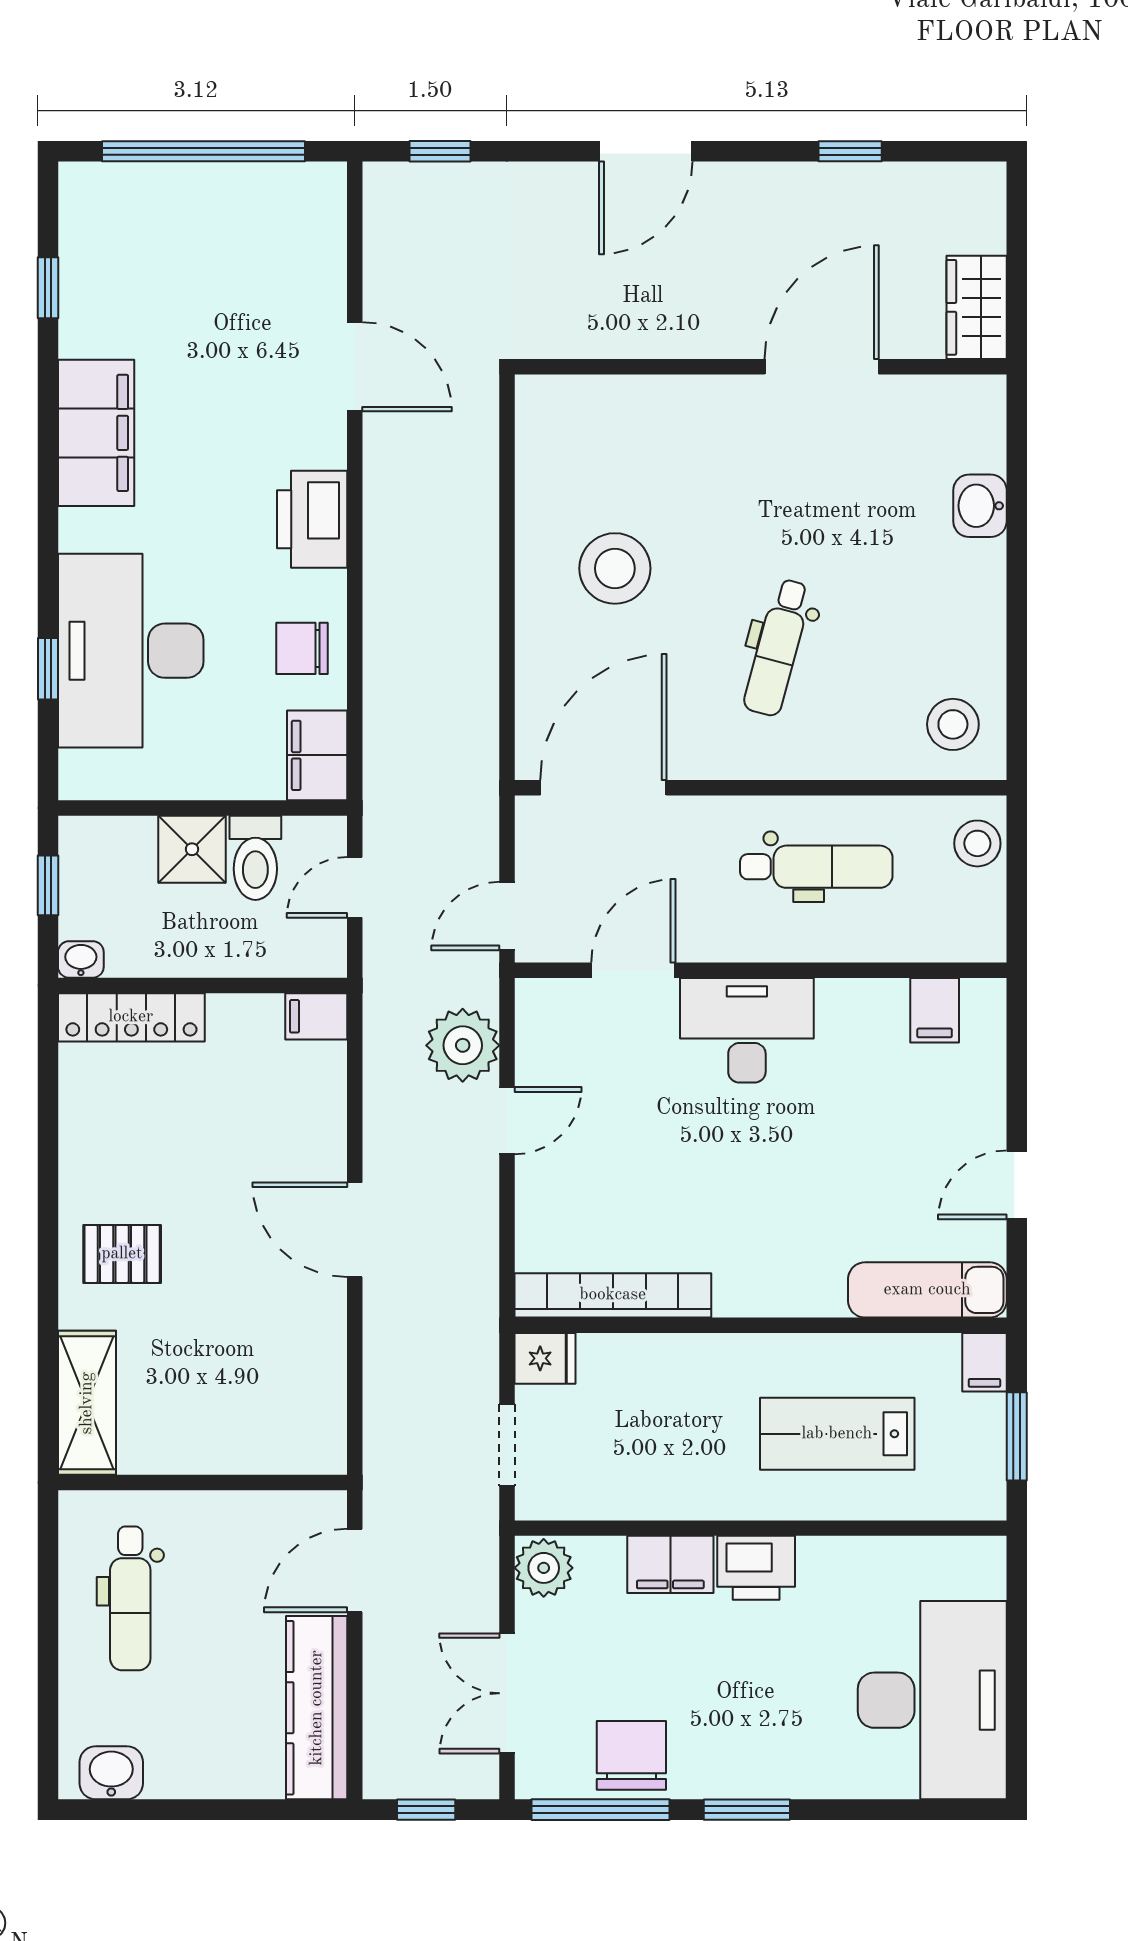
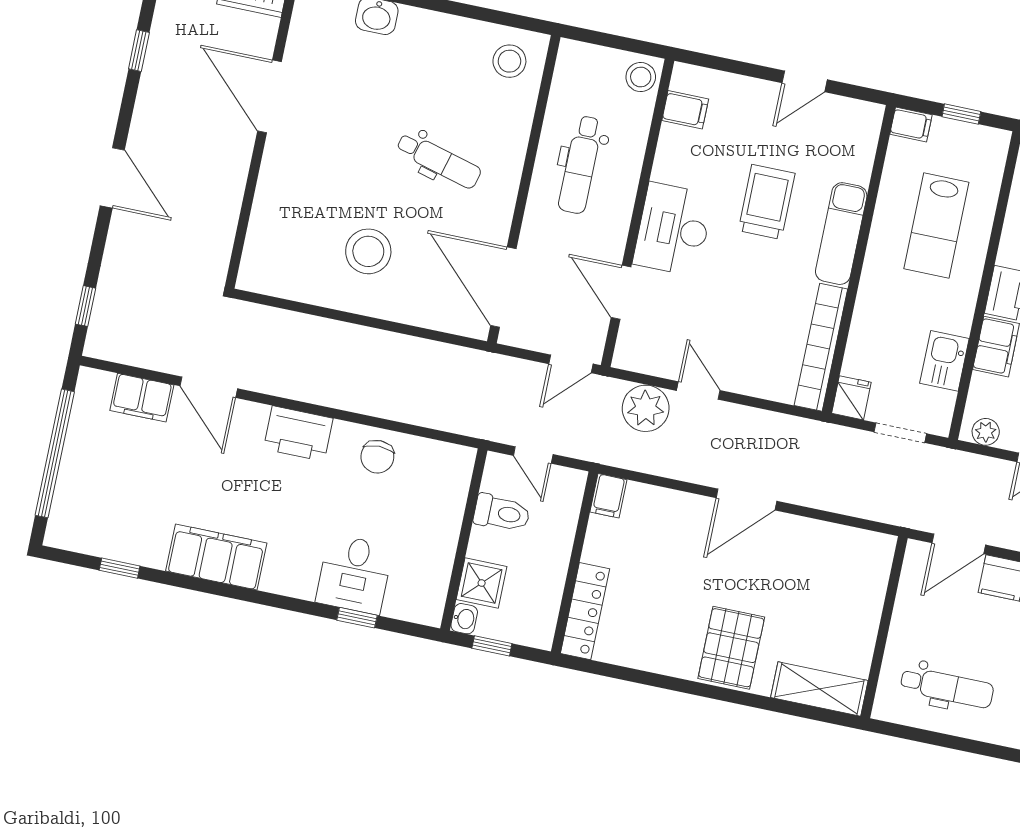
door: (355, 367) -> (209, 387), swing flipped
desk: (131, 651) -> (354, 574), width x0.53, depth x0.77
filing cabinet: (317, 755) -> (142, 398), moved
stool: (977, 843) -> (641, 77), moved
shower: (192, 849) -> (482, 583), moved
dental chair: (816, 867) -> (580, 165), turned 180
door: (507, 916) -> (571, 364), hinge flipped
washbasin: (81, 959) -> (464, 619), moved, turned 180
trolley: (819, 1165) -> (767, 202), added
door: (1017, 1185) -> (805, 81), hinge flipped
pallet: (122, 1254) -> (731, 648), width x1.50, depth x1.42
exam couch: (927, 1290) -> (841, 234), moved
window: (1017, 1436) -> (961, 114), width x0.67
kitchen sink: (632, 1490) -> (944, 361), added
plant: (544, 1568) -> (986, 432), width x0.73, depth x0.73
door: (355, 1570) -> (959, 544), hinge flipped

